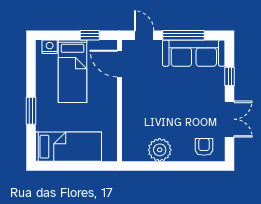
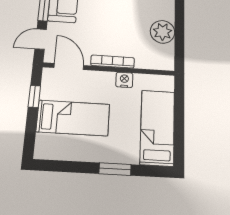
nightstand: (50, 47) -> (124, 80), moved, turned 90
door: (119, 64) -> (69, 66), swing flipped
bookcase: (127, 104) -> (113, 62), added

